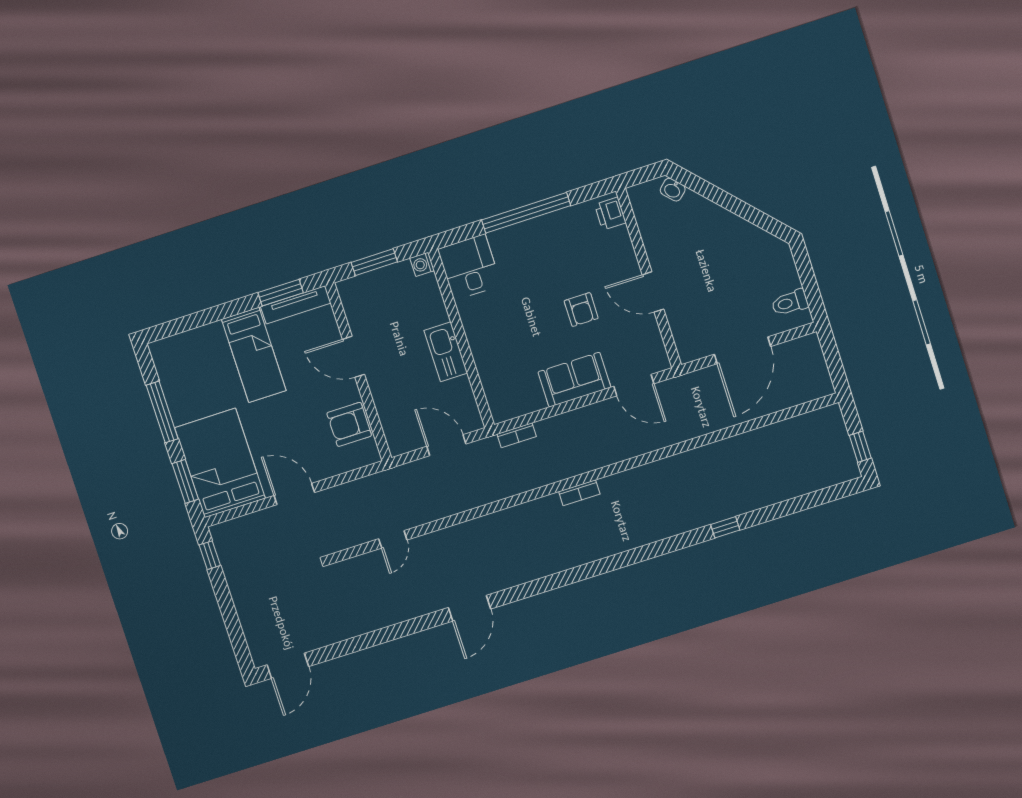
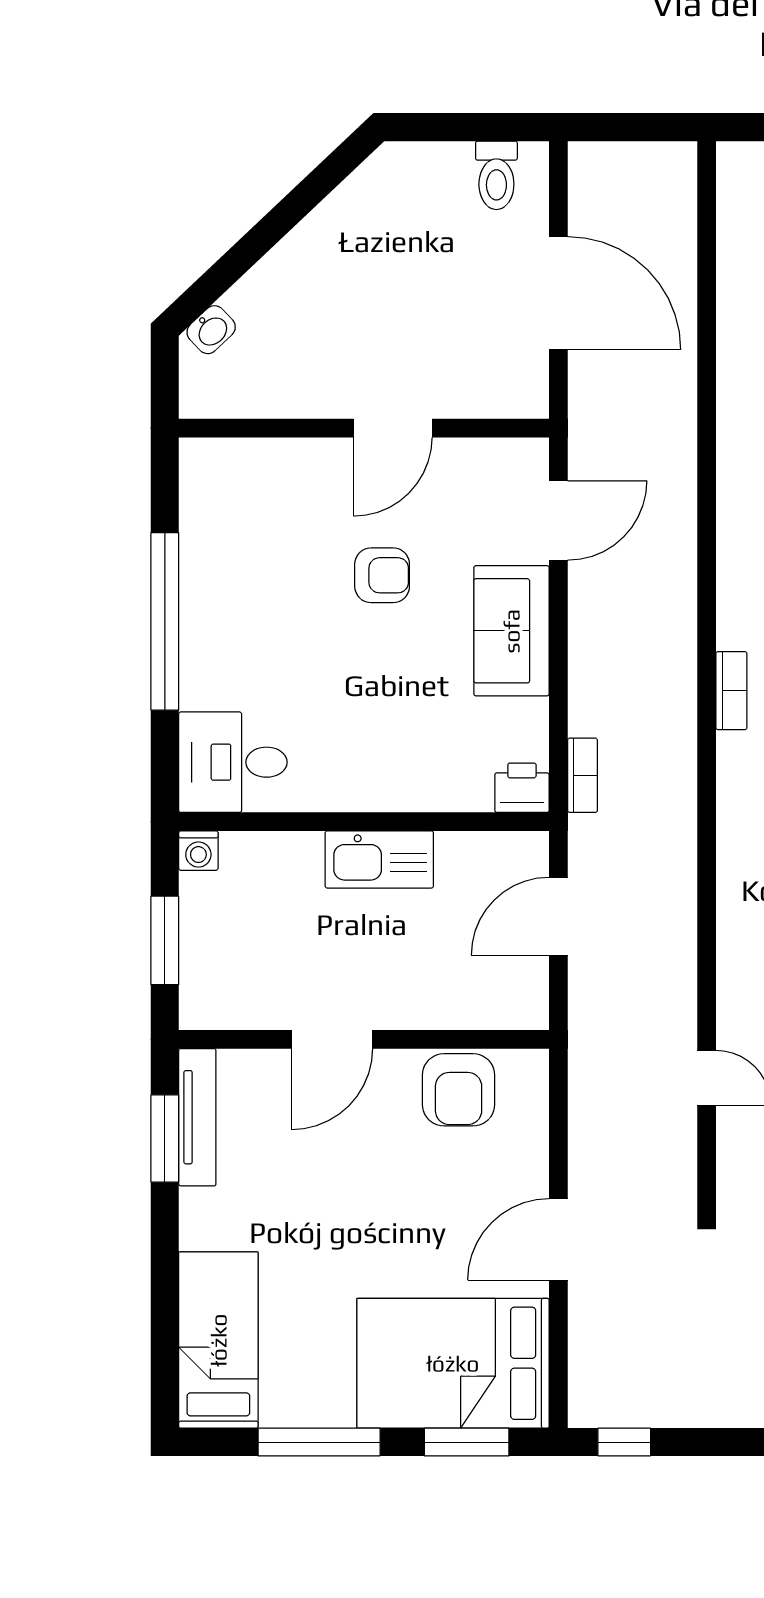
printer: (610, 214) -> (522, 788), moved, turned 180
bed: (254, 355) -> (218, 1340), moved, turned -90

